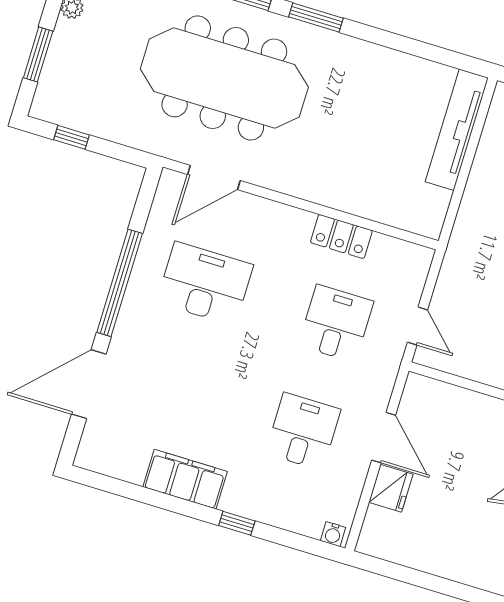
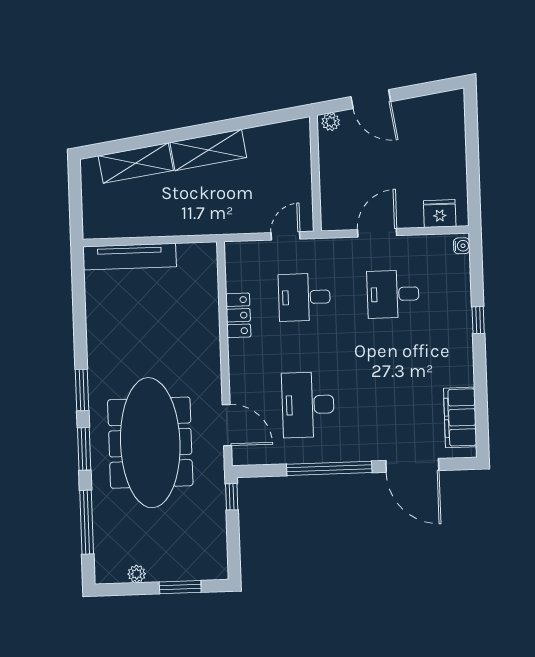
window: (71, 137) -> (232, 497), moved
filing cabinet: (185, 479) -> (460, 417), moved
fridge: (391, 488) -> (440, 214), moved

